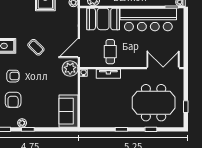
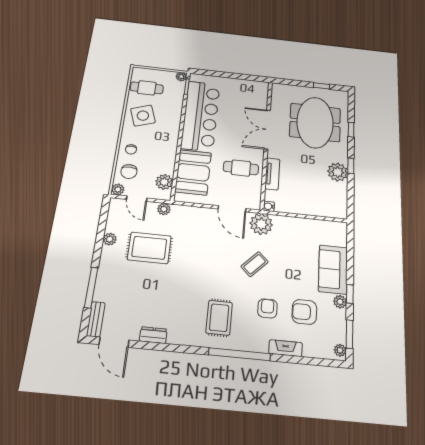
coffee table: (36, 47) -> (255, 264), moved
double door: (163, 68) -> (267, 129), moved
armchair: (13, 100) -> (304, 312), turned 180
sofa: (69, 111) -> (333, 269), moved, turned 90
plant: (115, 120) -> (338, 172), added

